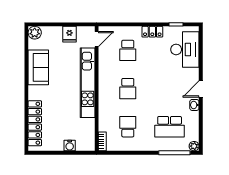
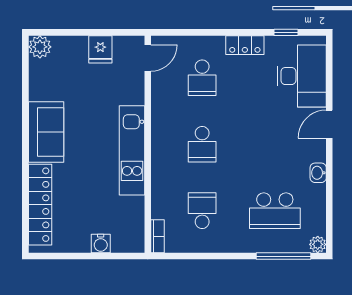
sofa: (38, 67) -> (46, 132), moved
kitchen unit: (88, 83) -> (132, 150), width x0.73
door: (201, 89) -> (329, 124), moved

